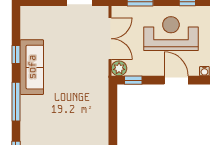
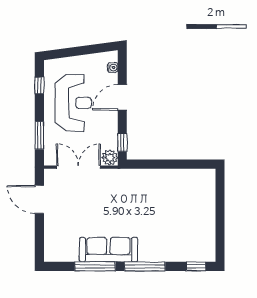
reception desk: (171, 34) -> (73, 103), turned 180
window: (16, 54) -> (95, 266), width x2.17

